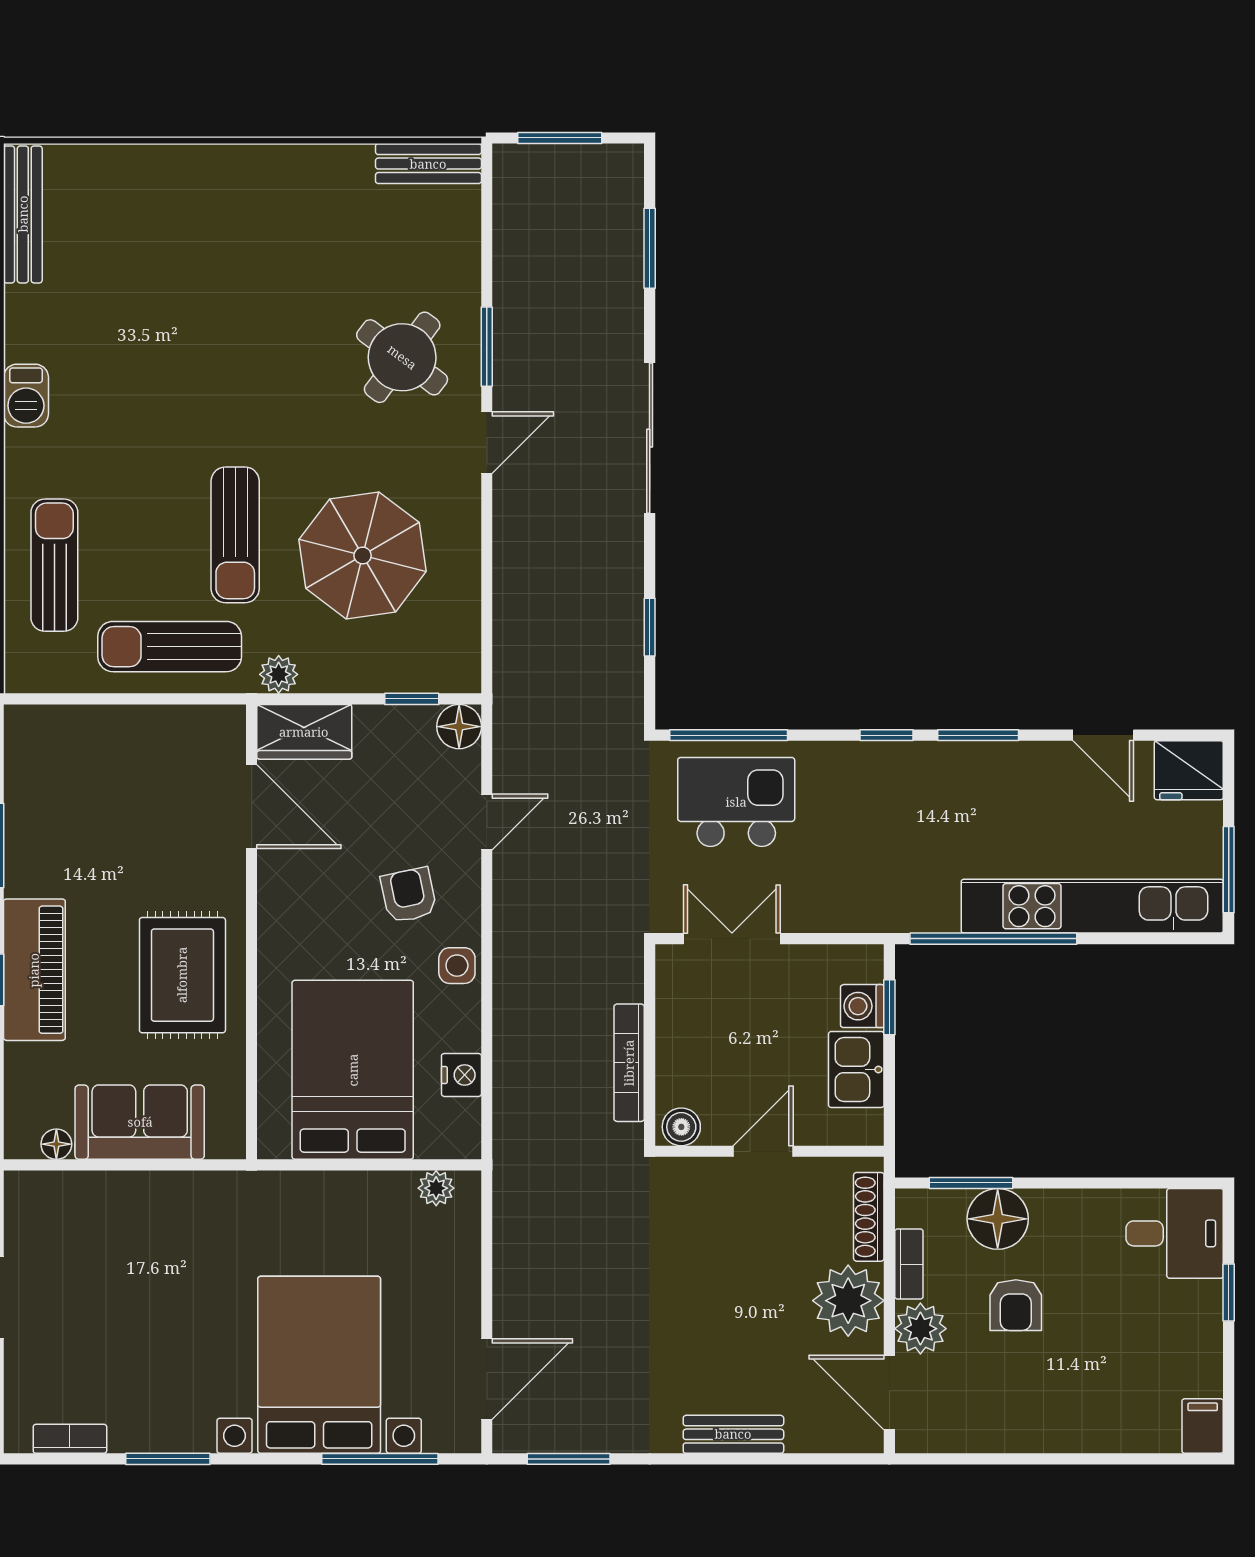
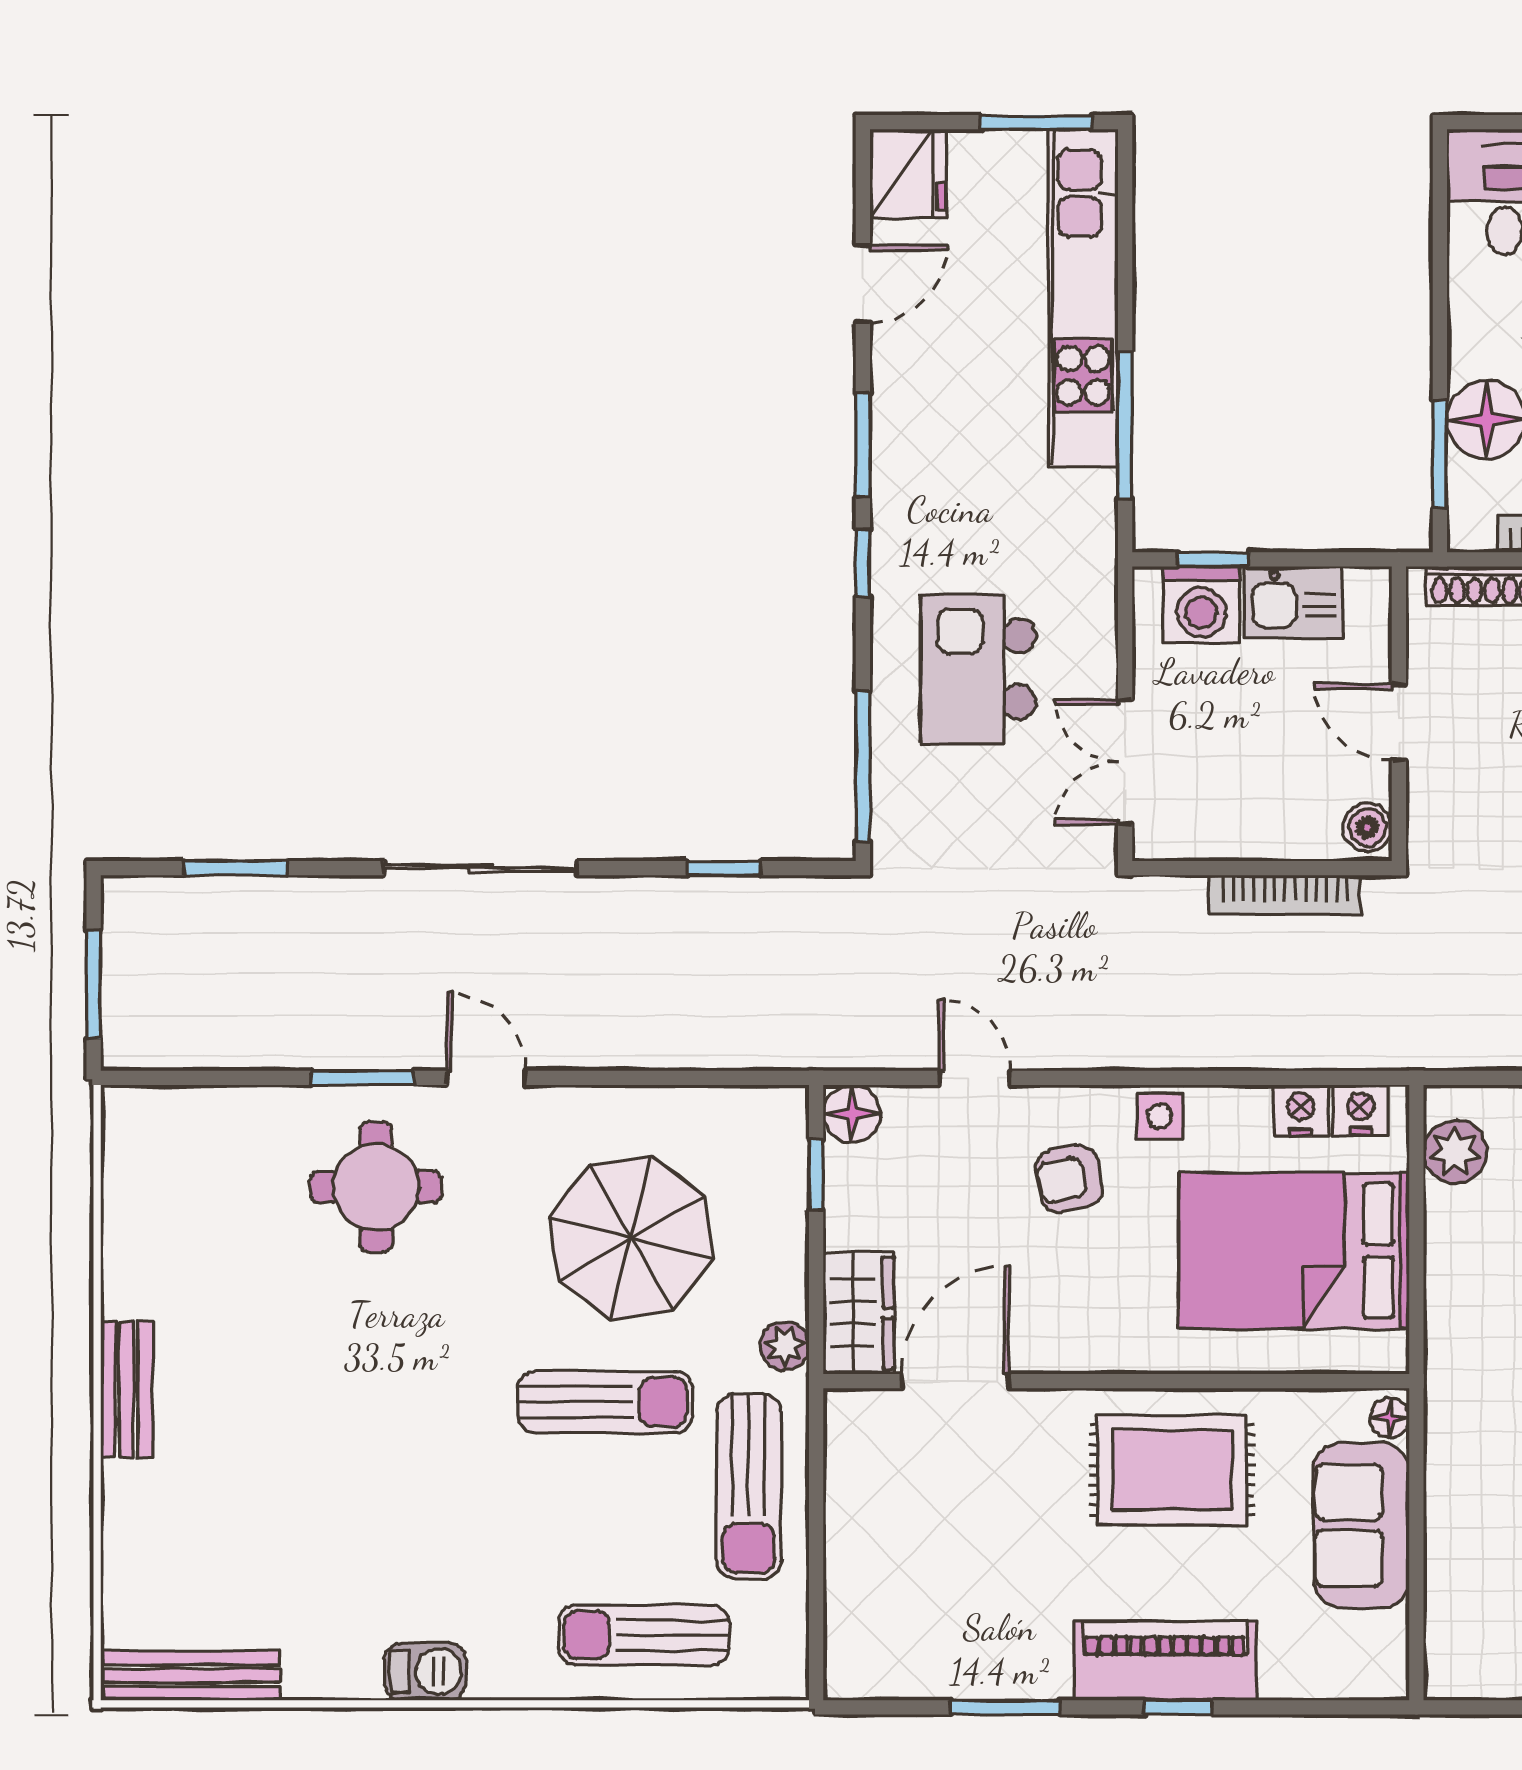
bench: (428, 164) -> (127, 1390), moved
round table: (402, 357) -> (376, 1187), turned -37
kitchen island: (736, 802) -> (978, 669), moved
window: (993, 939) -> (1125, 425), width x0.68
washing machine: (862, 1006) -> (1201, 605), width x1.38, depth x1.38
nightstand: (462, 1122) -> (1361, 1110), added
floor lamp: (56, 1144) -> (1390, 1418), moved
plant: (436, 1188) -> (1455, 1152), width x1.38, depth x1.38

